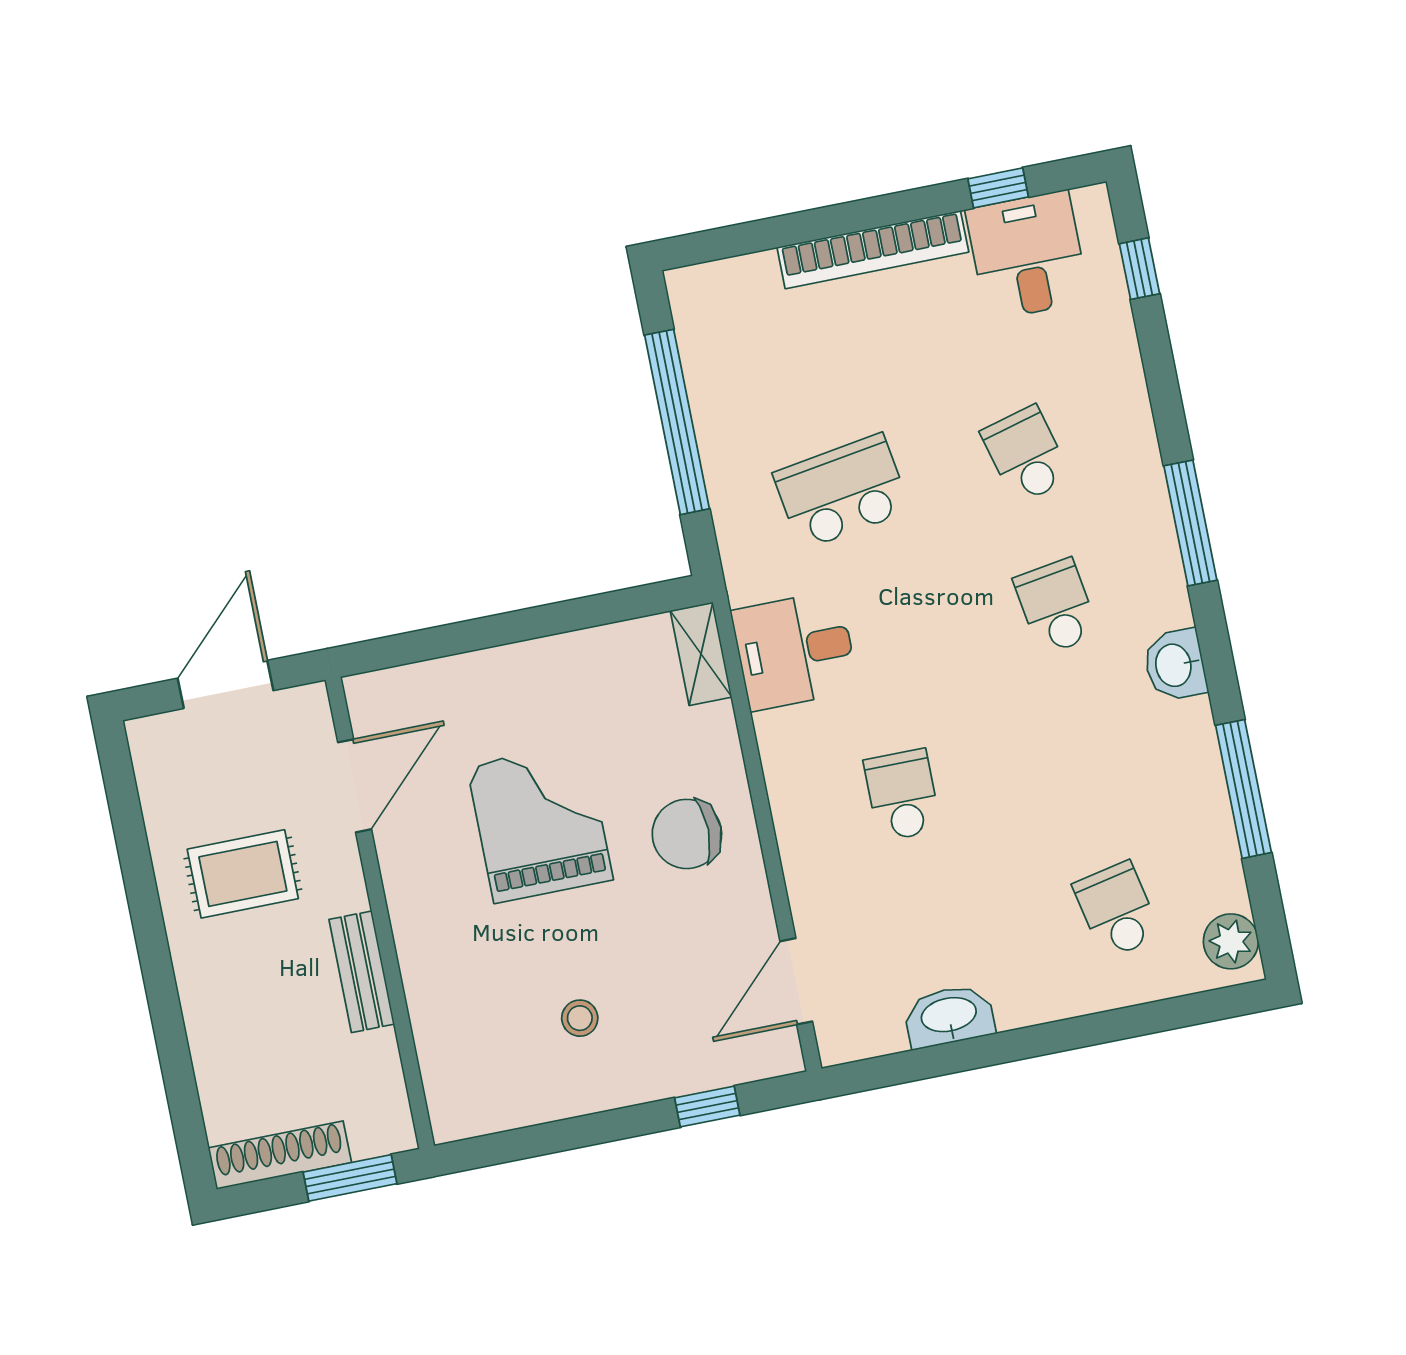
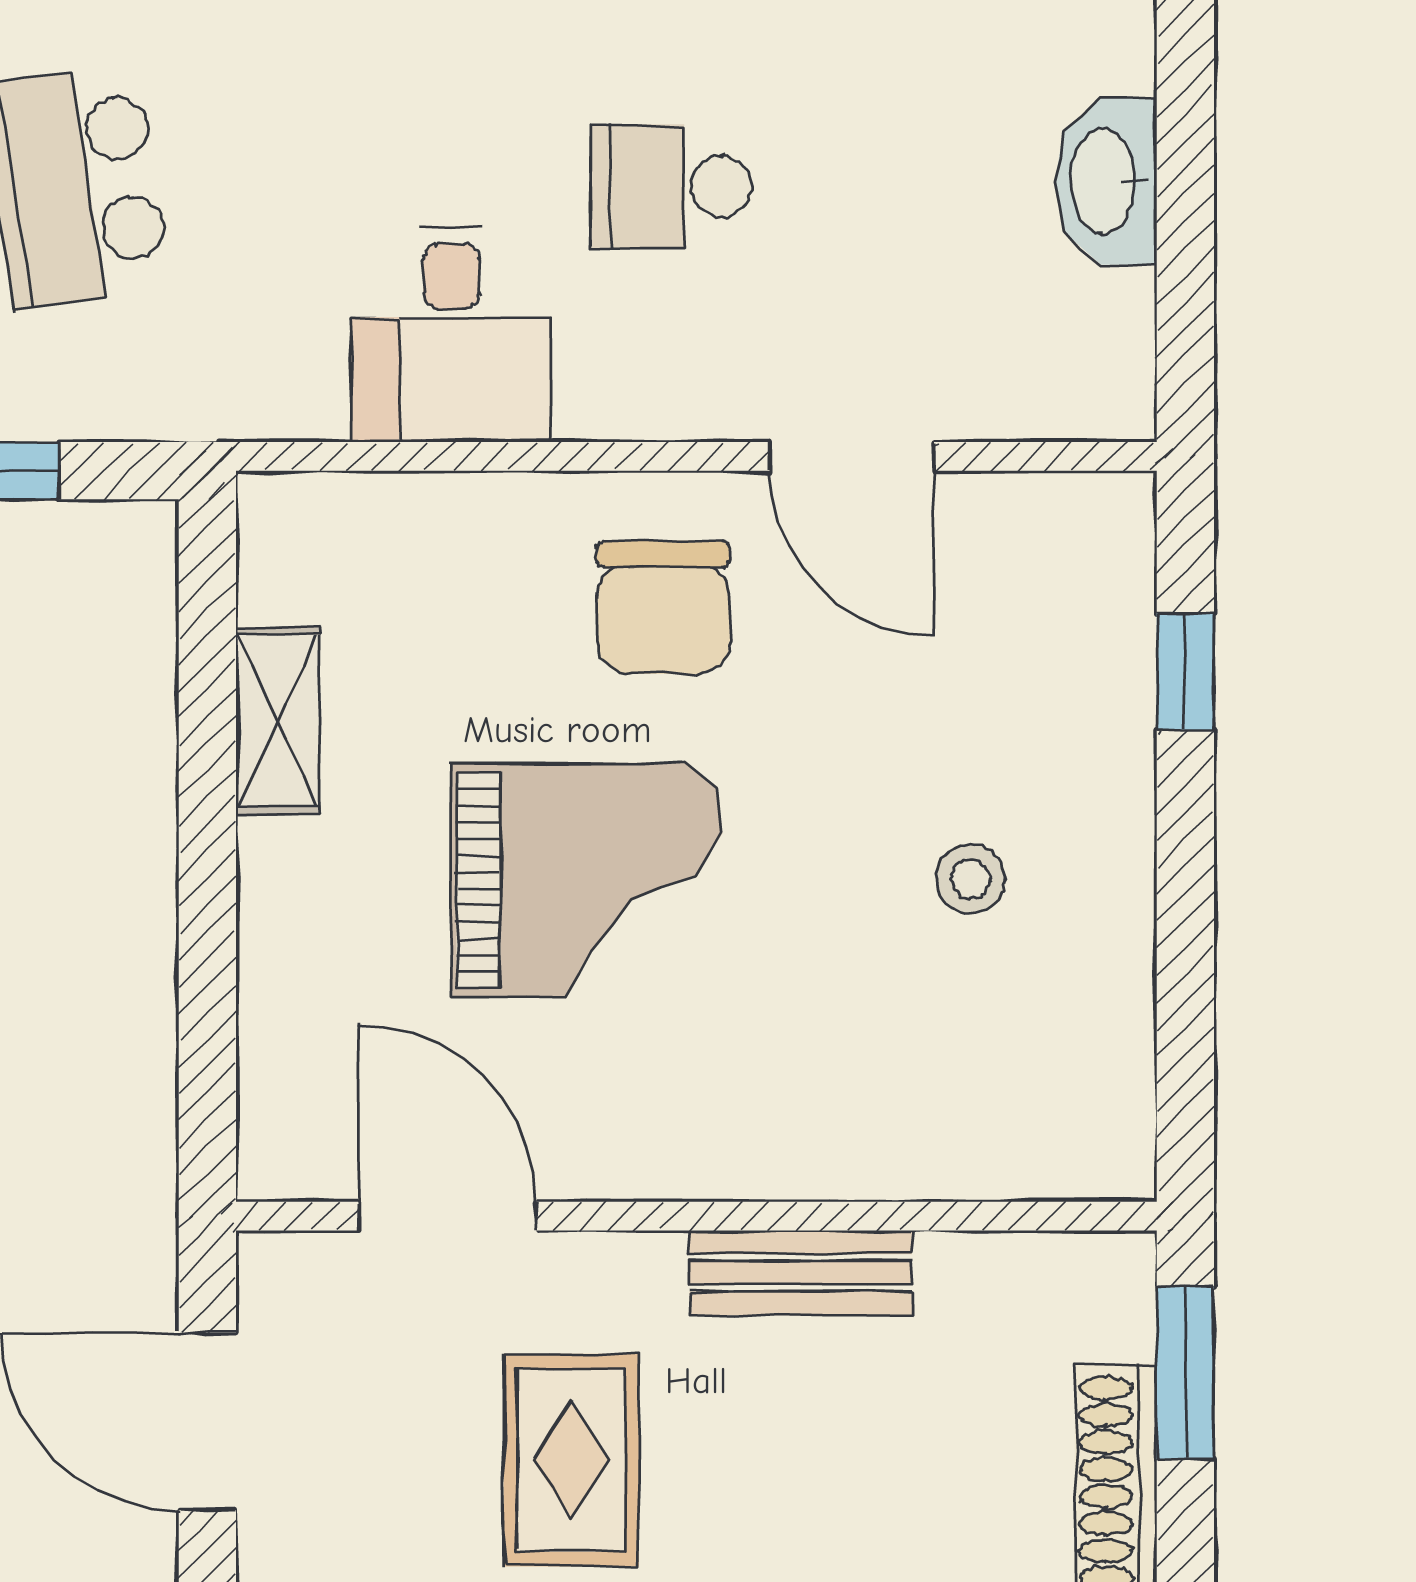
desk: (795, 651) -> (451, 334), moved
shelving: (701, 654) -> (278, 720), moved, turned 90
grand piano: (540, 823) -> (587, 880), turned 180
door: (796, 981) -> (852, 456), moved

